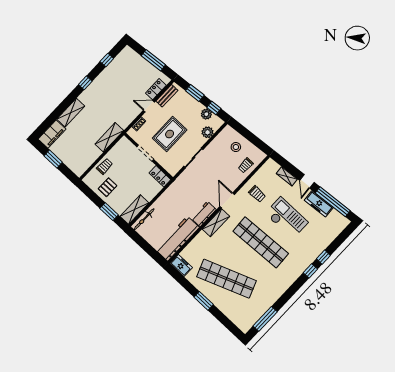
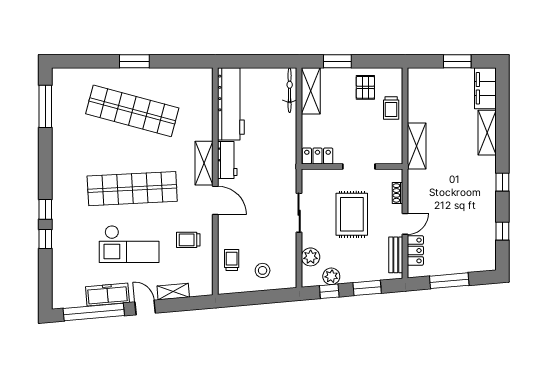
freezer: (181, 265) -> (198, 77), removed
shop shelf: (226, 279) -> (132, 111), turned 36

